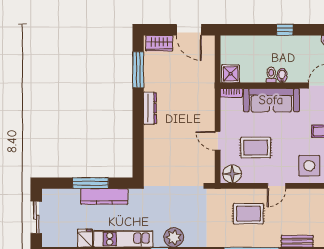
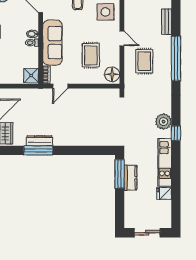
window: (138, 70) -> (38, 150), moved
dresser: (150, 108) -> (39, 141), moved
door: (218, 141) -> (60, 86), moved
window: (91, 183) -> (120, 174), moved
kitchen counter: (104, 196) -> (130, 178), width x0.67

